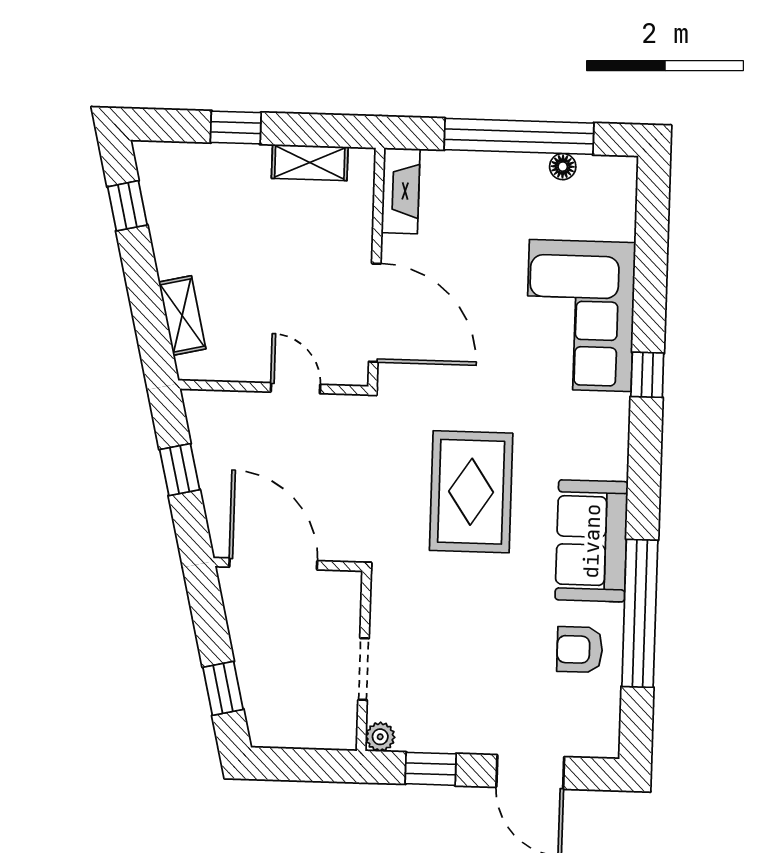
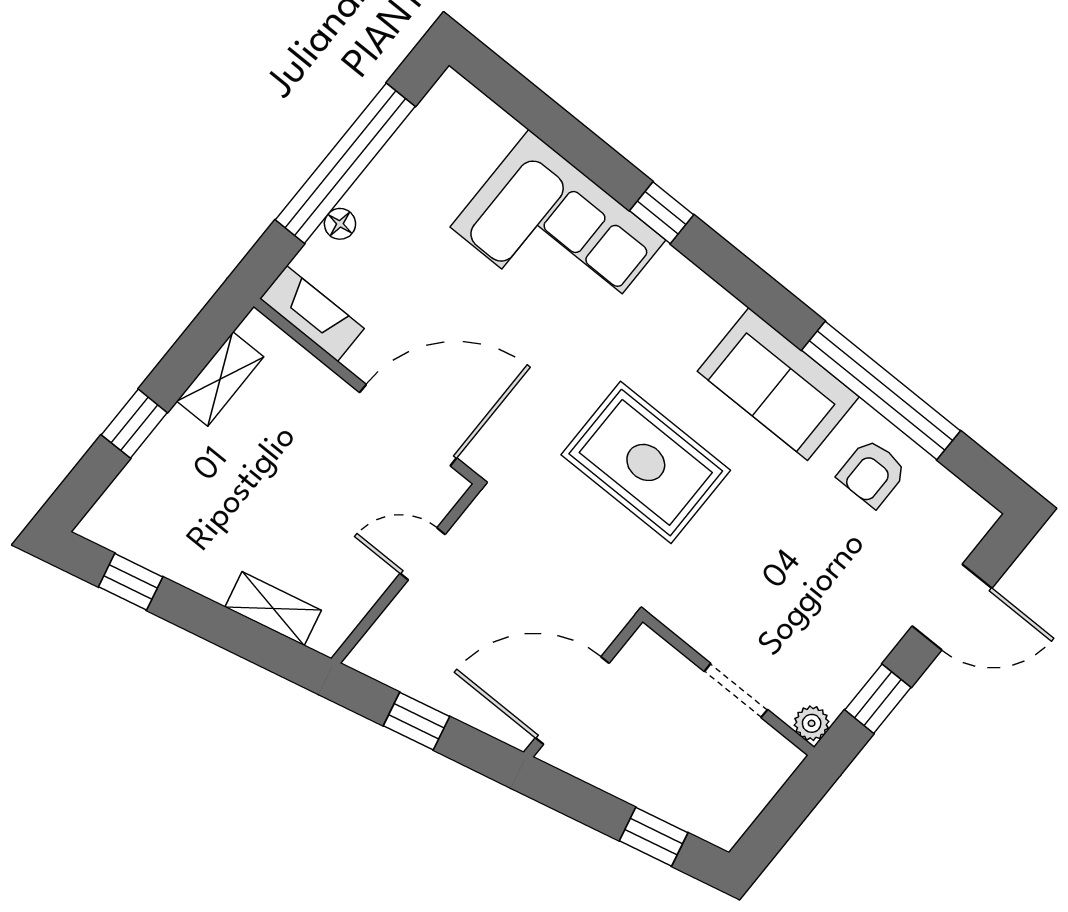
floor lamp: (563, 167) -> (340, 224), moved

